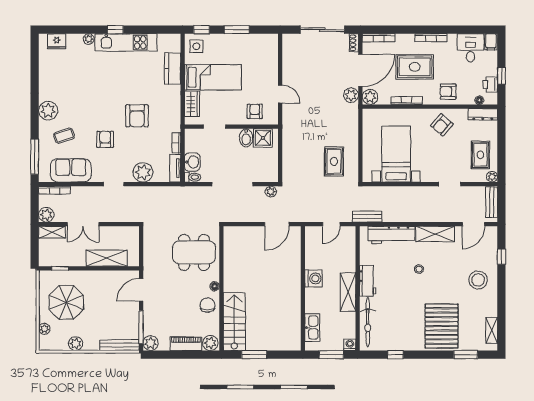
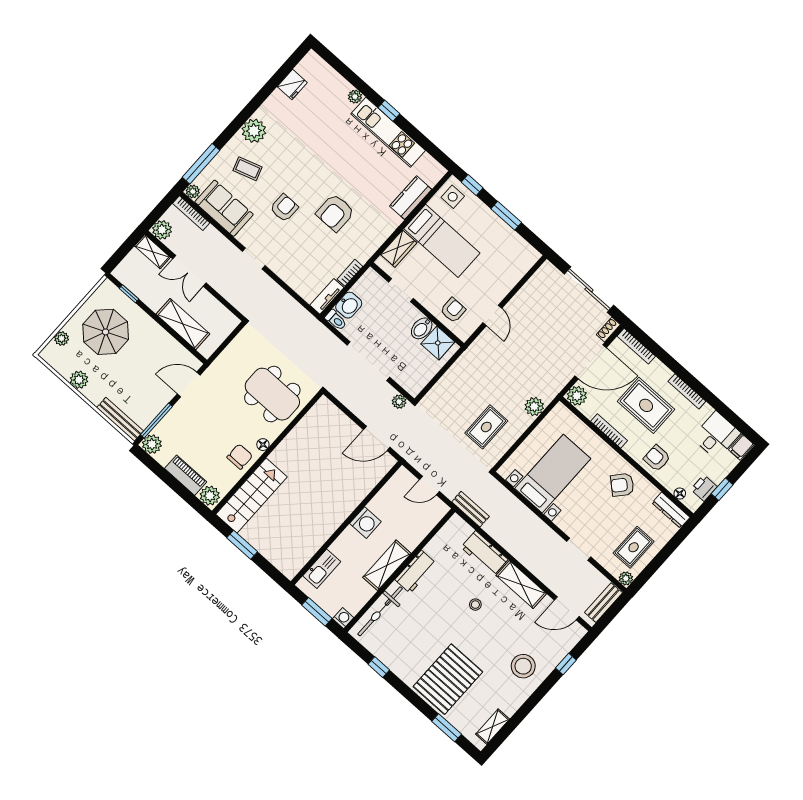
fridge: (57, 41) -> (292, 85), moved, turned -90
plant: (351, 95) -> (534, 407), moved
plant: (143, 172) -> (193, 191), moved, width x0.53, depth x0.53
workbench: (391, 235) -> (484, 553), width x0.73

